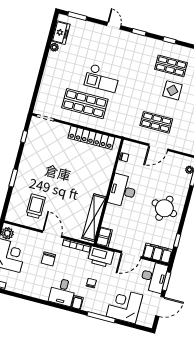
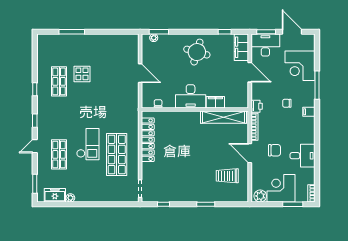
shop shelf: (156, 122) -> (59, 154), moved
door: (52, 234) -> (250, 153), hinge flipped
filing cabinet: (104, 237) -> (215, 102), moved
printer: (101, 257) -> (257, 106), width x0.53, depth x0.68
desk: (62, 292) -> (303, 156), moved

